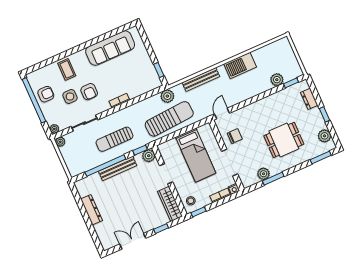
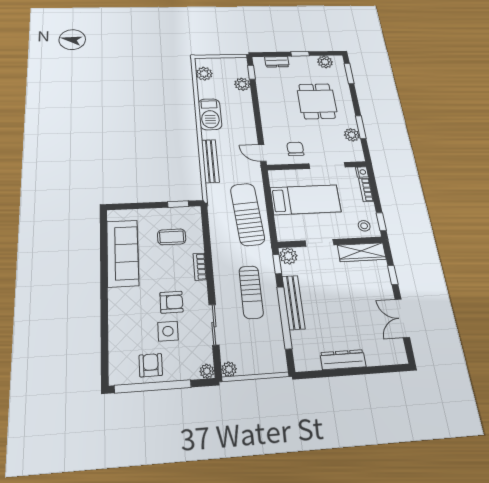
coffee table: (67, 69) -> (172, 237), moved
plant: (167, 96) -> (204, 74), moved

